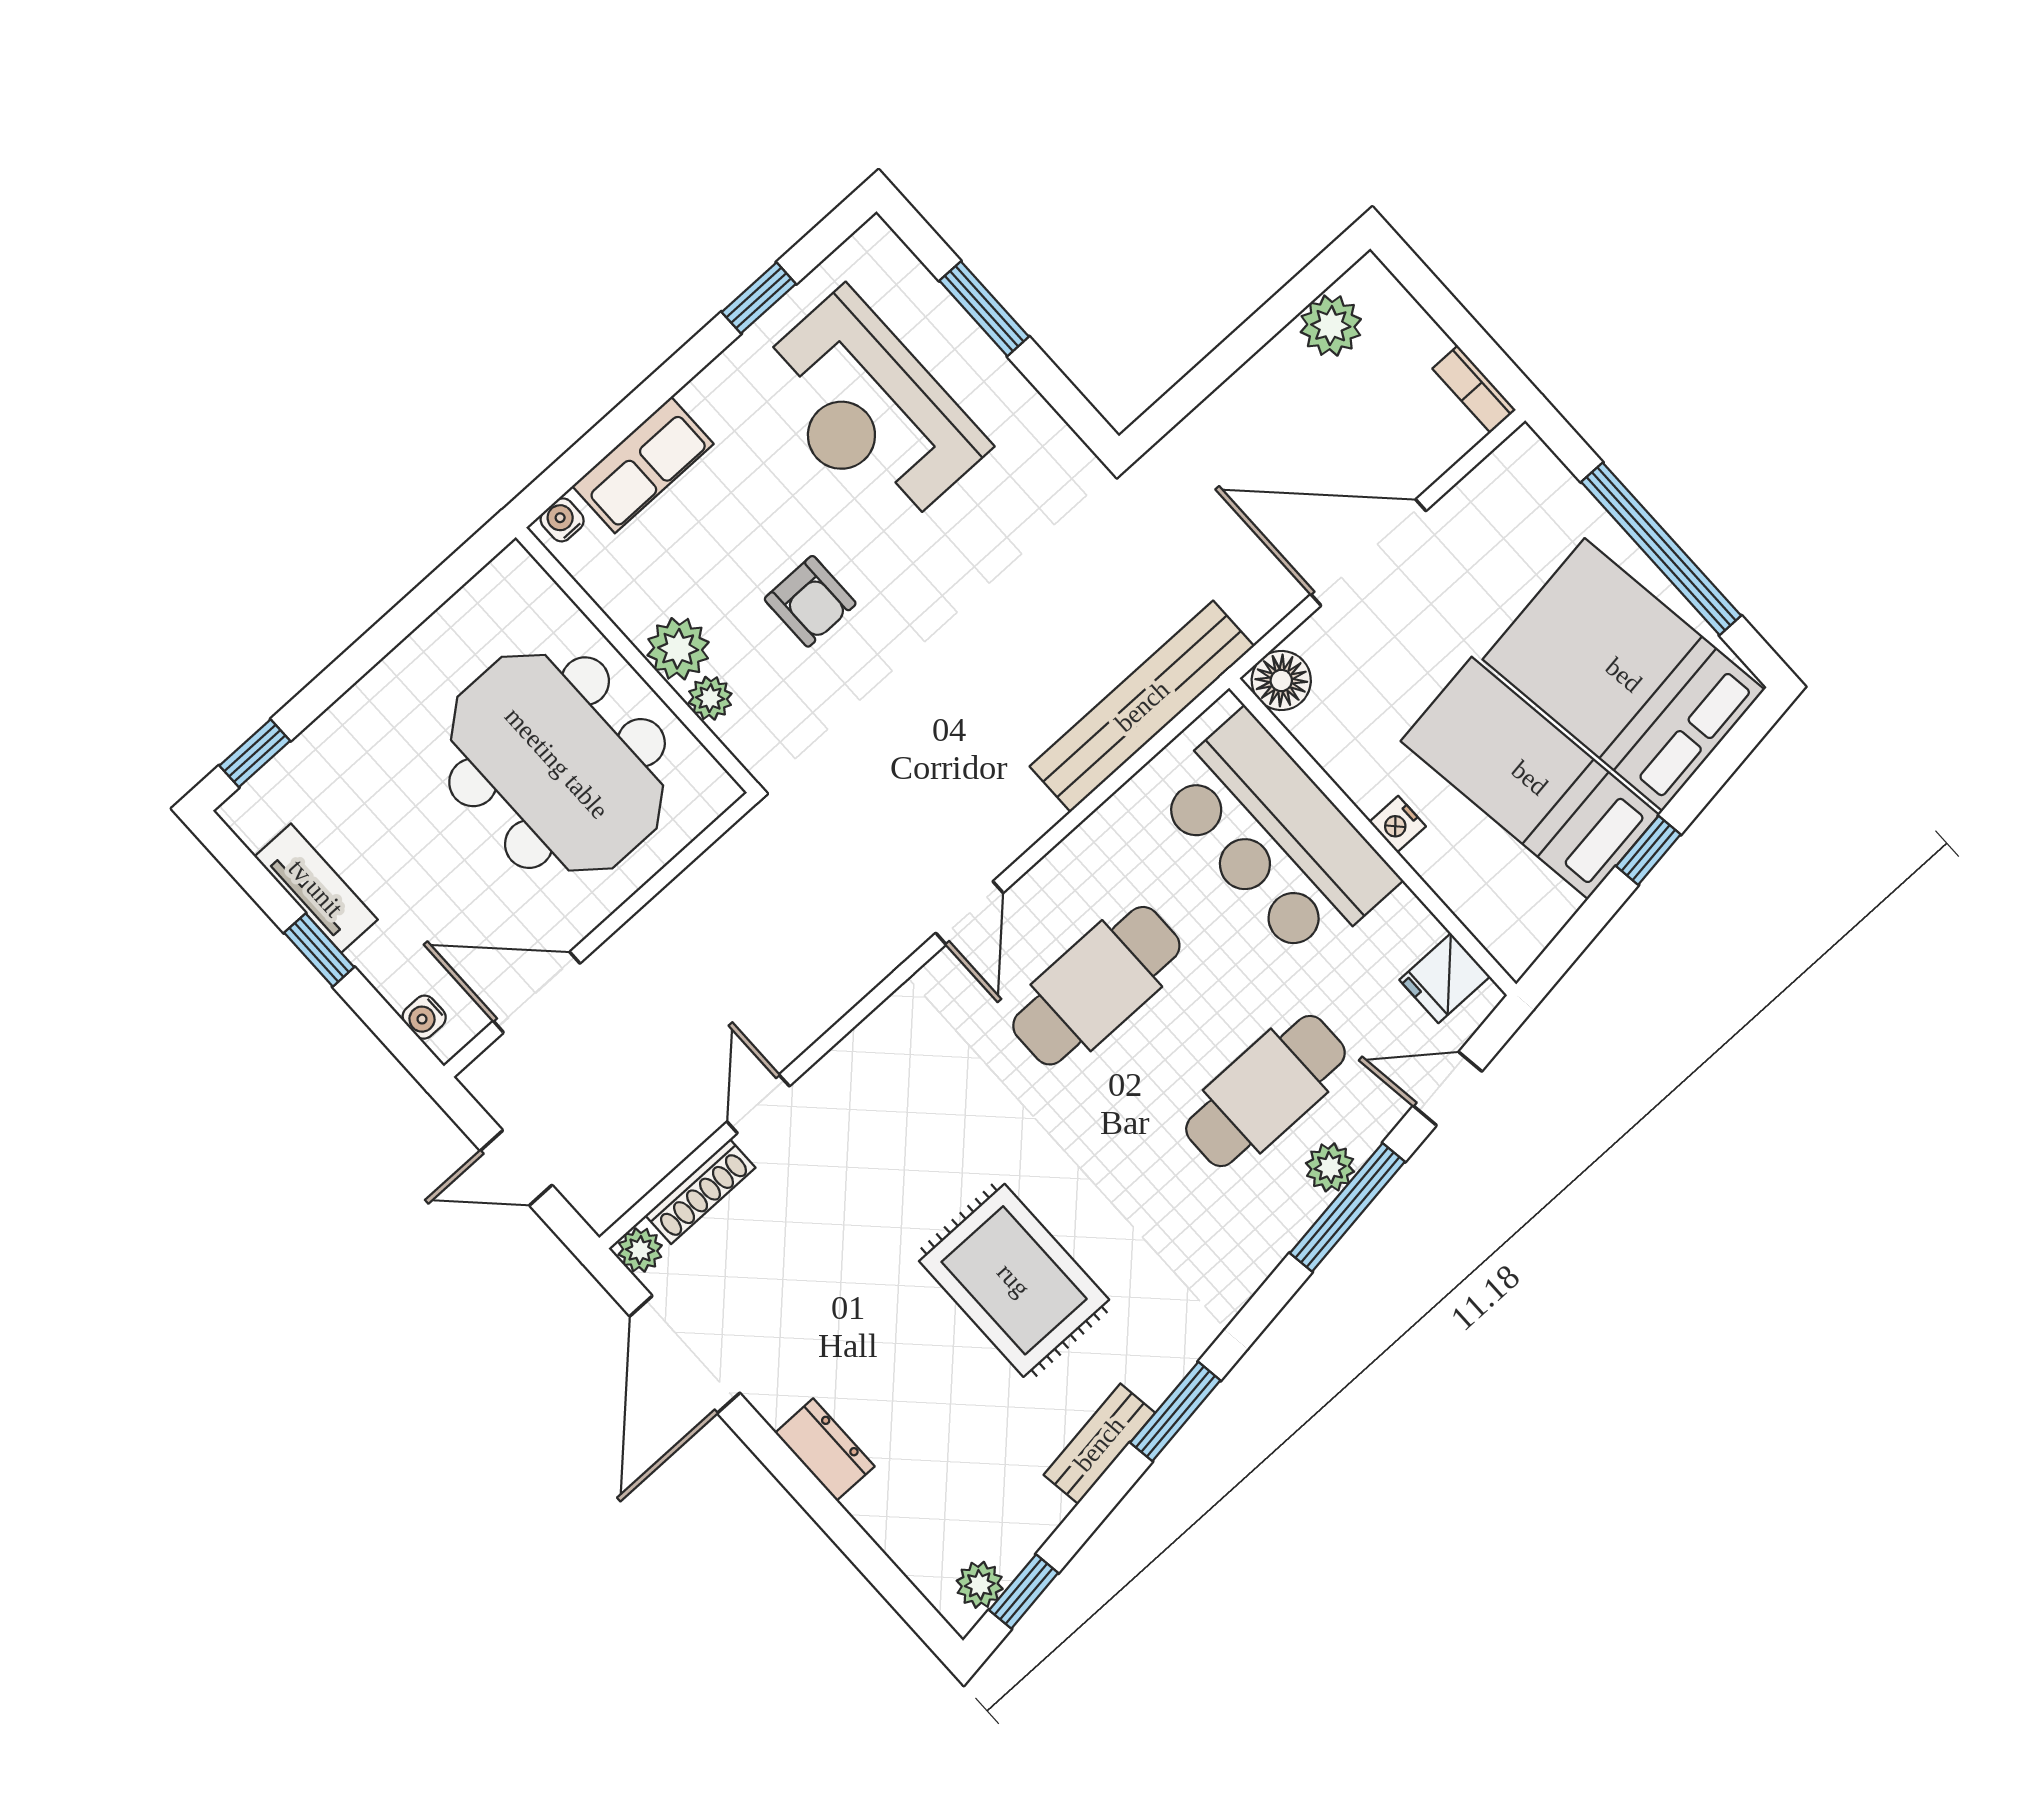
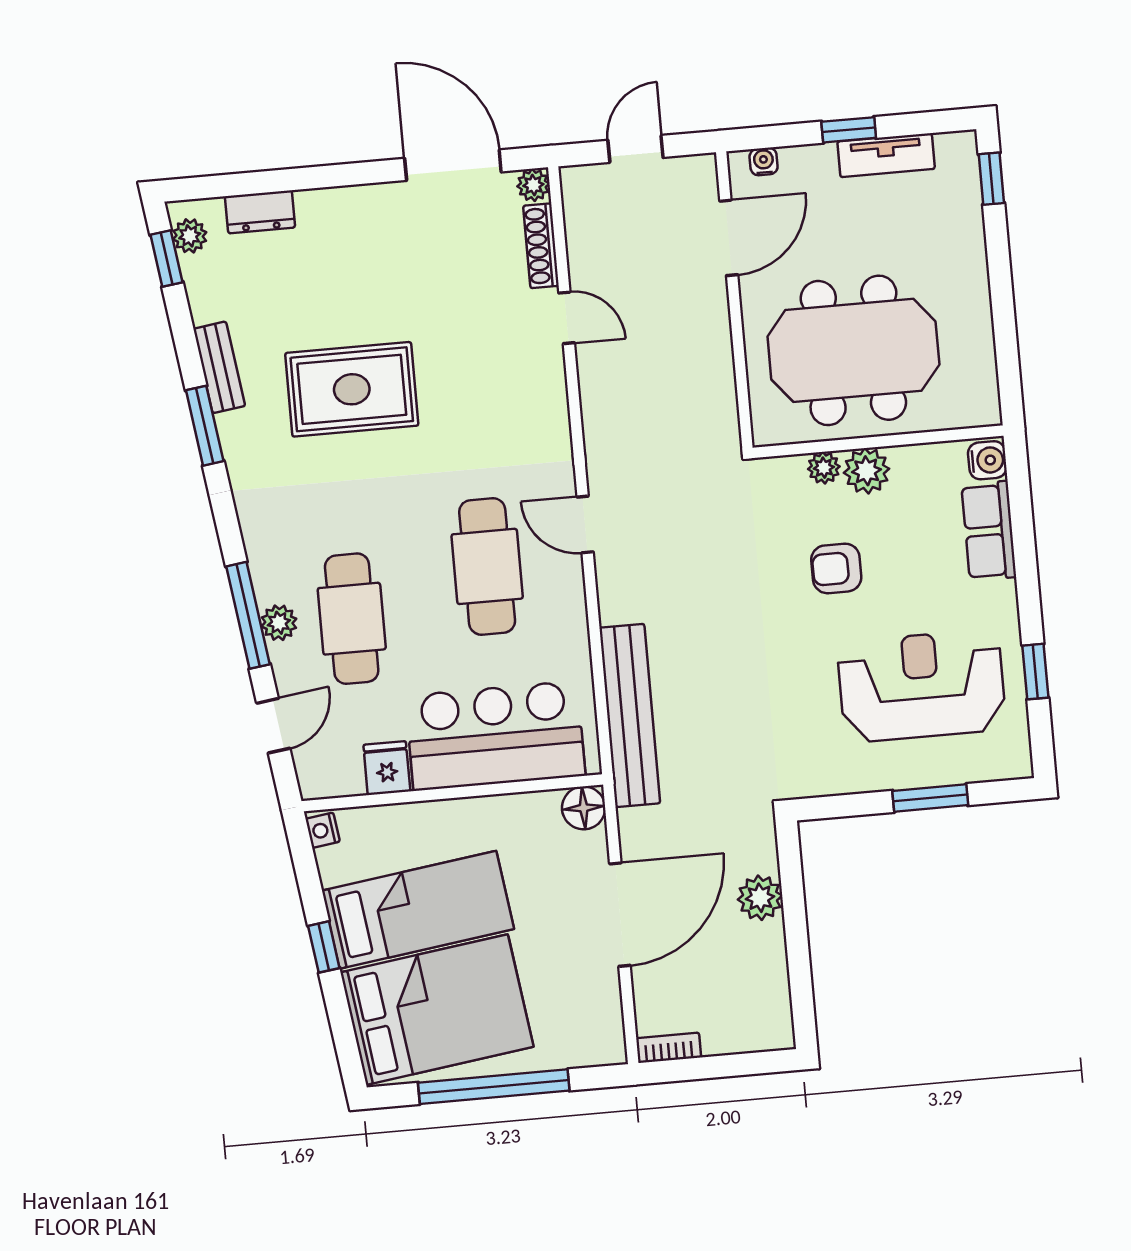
plant: (1331, 326) -> (760, 898), moved
water cooler: (562, 520) -> (987, 460), width x1.38, depth x1.38
nightstand: (1398, 824) -> (323, 830), moved, turned -98
fridge: (1445, 978) -> (387, 768), moved
dresser: (825, 1450) -> (260, 212), moved

